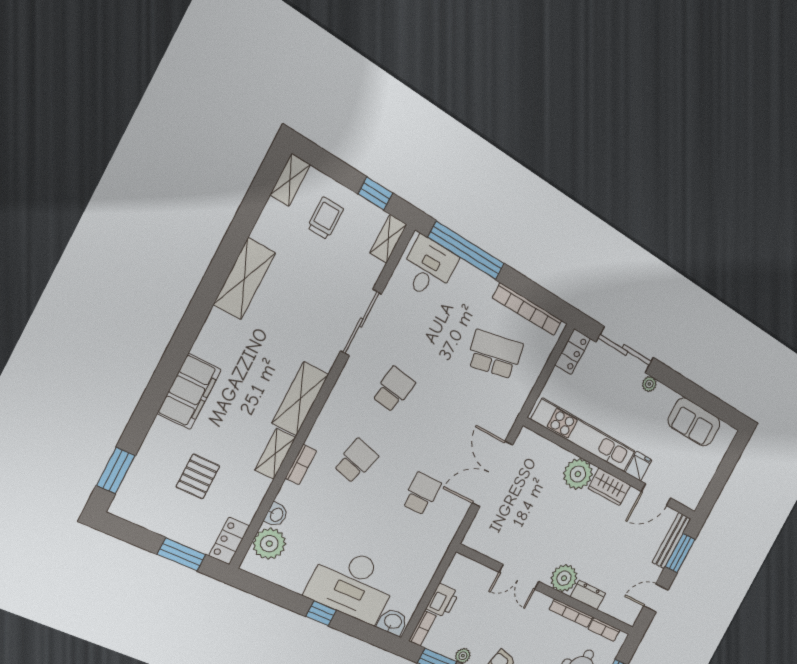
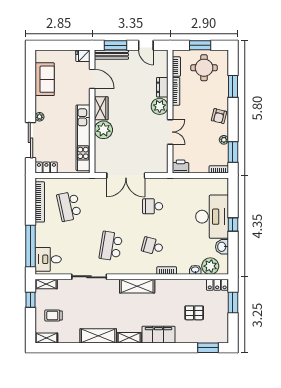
school desk: (394, 389) -> (111, 246), width x1.85
shelving: (275, 454) -> (129, 338), moved
fridge: (638, 466) -> (83, 56), moved
printer: (443, 600) -> (181, 167), moved
washbasin: (393, 622) -> (222, 247), moved

